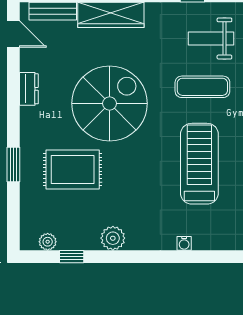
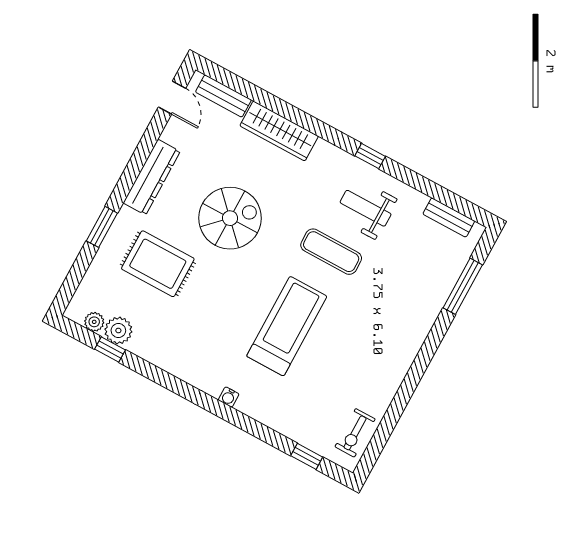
dresser: (29, 89) -> (152, 177), width x1.96, depth x1.24
spiral stairs: (110, 103) -> (230, 218), width x0.73, depth x0.73
plant: (113, 238) -> (118, 331), moved

